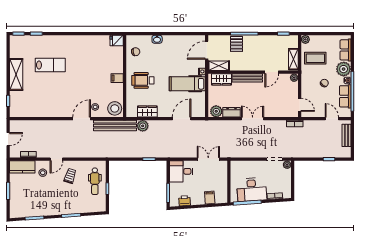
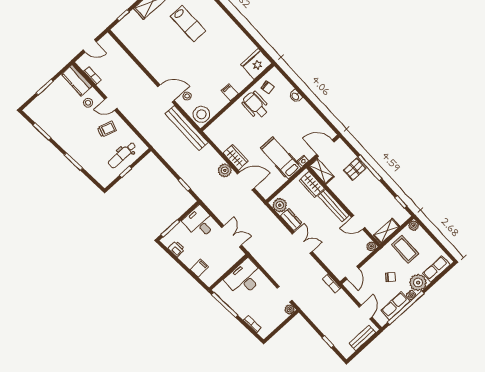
fridge: (117, 41) -> (256, 64), width x1.88, depth x1.34
wheelchair: (143, 80) -> (256, 105), moved
wardrobe: (147, 111) -> (236, 157), moved
plant: (143, 126) -> (225, 170), moved
desk: (252, 190) -> (244, 278), moved, turned 94

